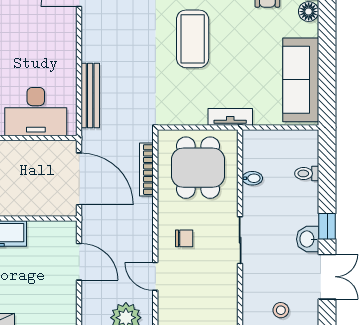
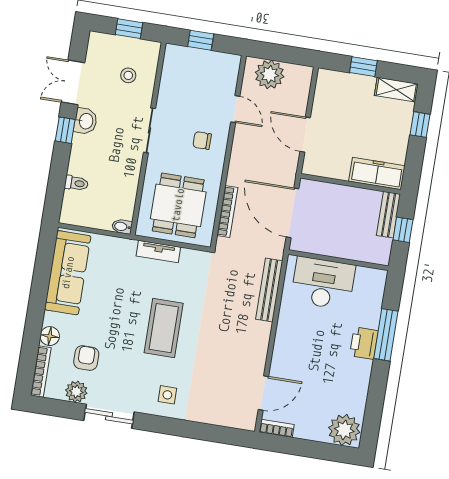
tv unit: (230, 117) -> (158, 251), moved
bidet: (252, 178) -> (122, 227), moved
stool: (281, 310) -> (128, 75), moved

